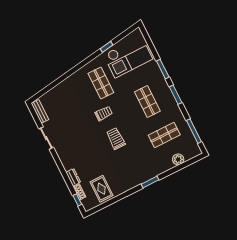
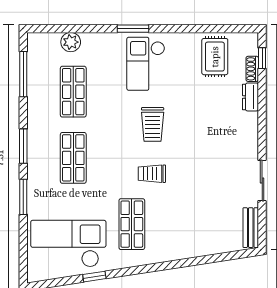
shop shelf: (164, 135) -> (73, 92), turned 90
checkout: (135, 168) -> (146, 64), added

